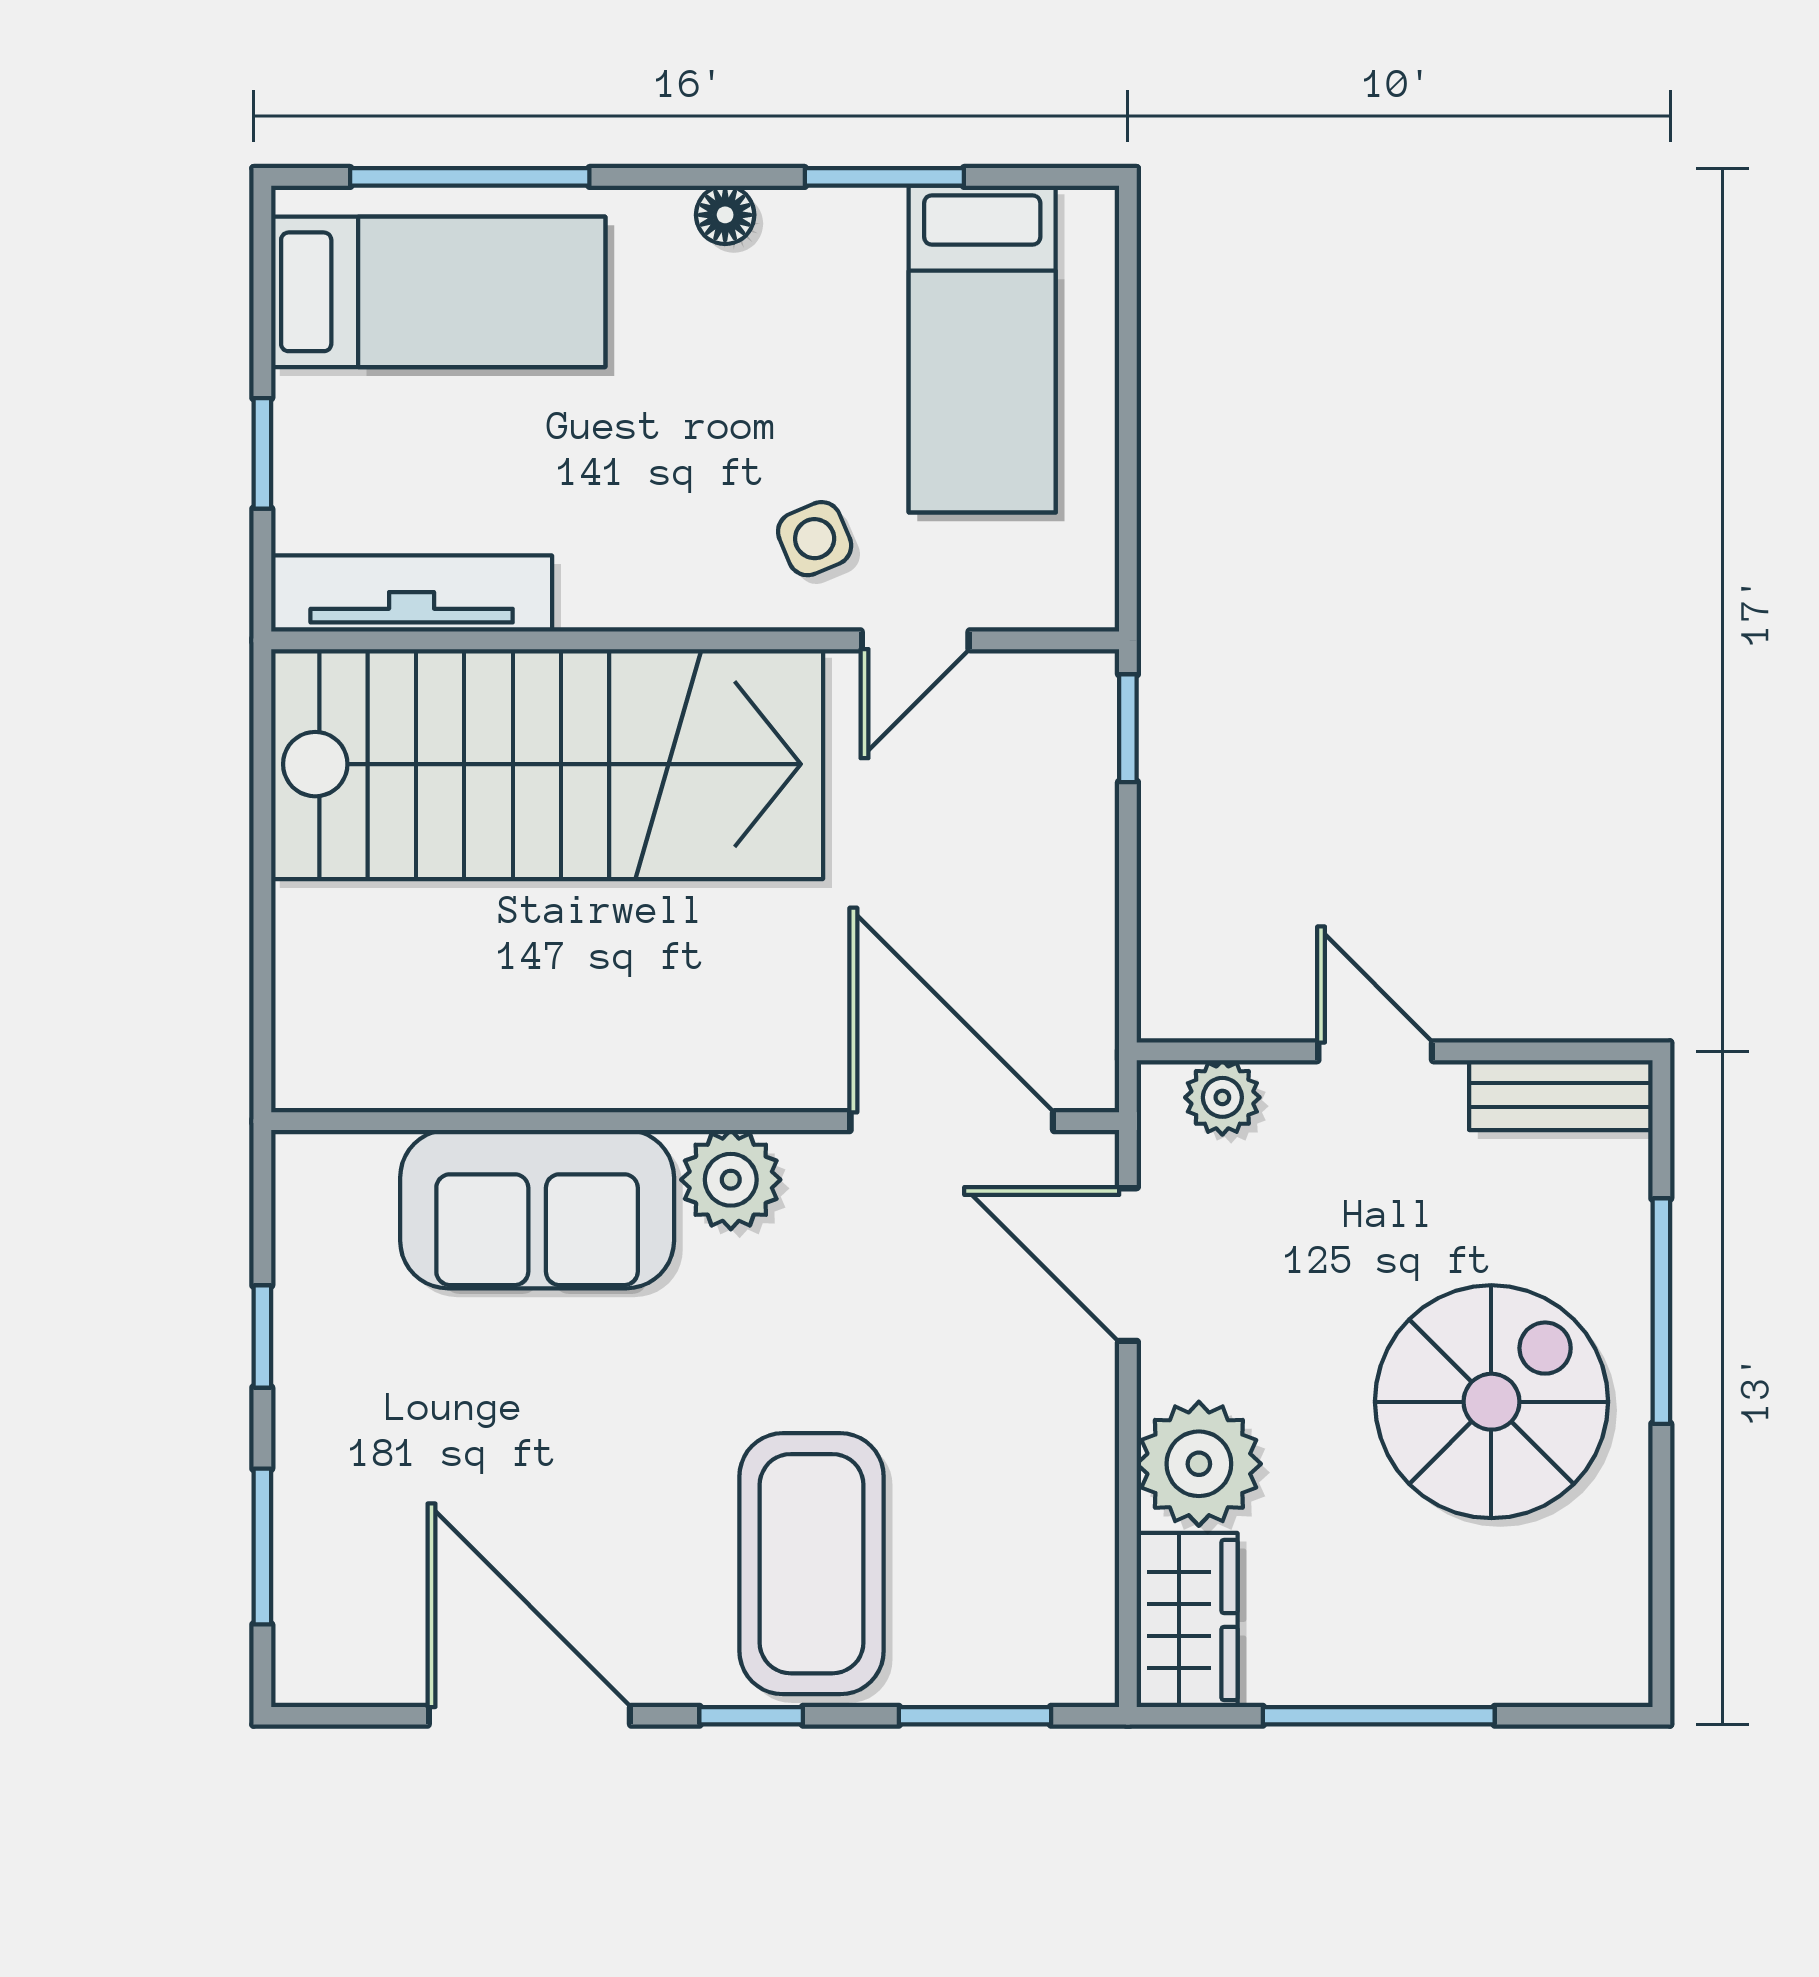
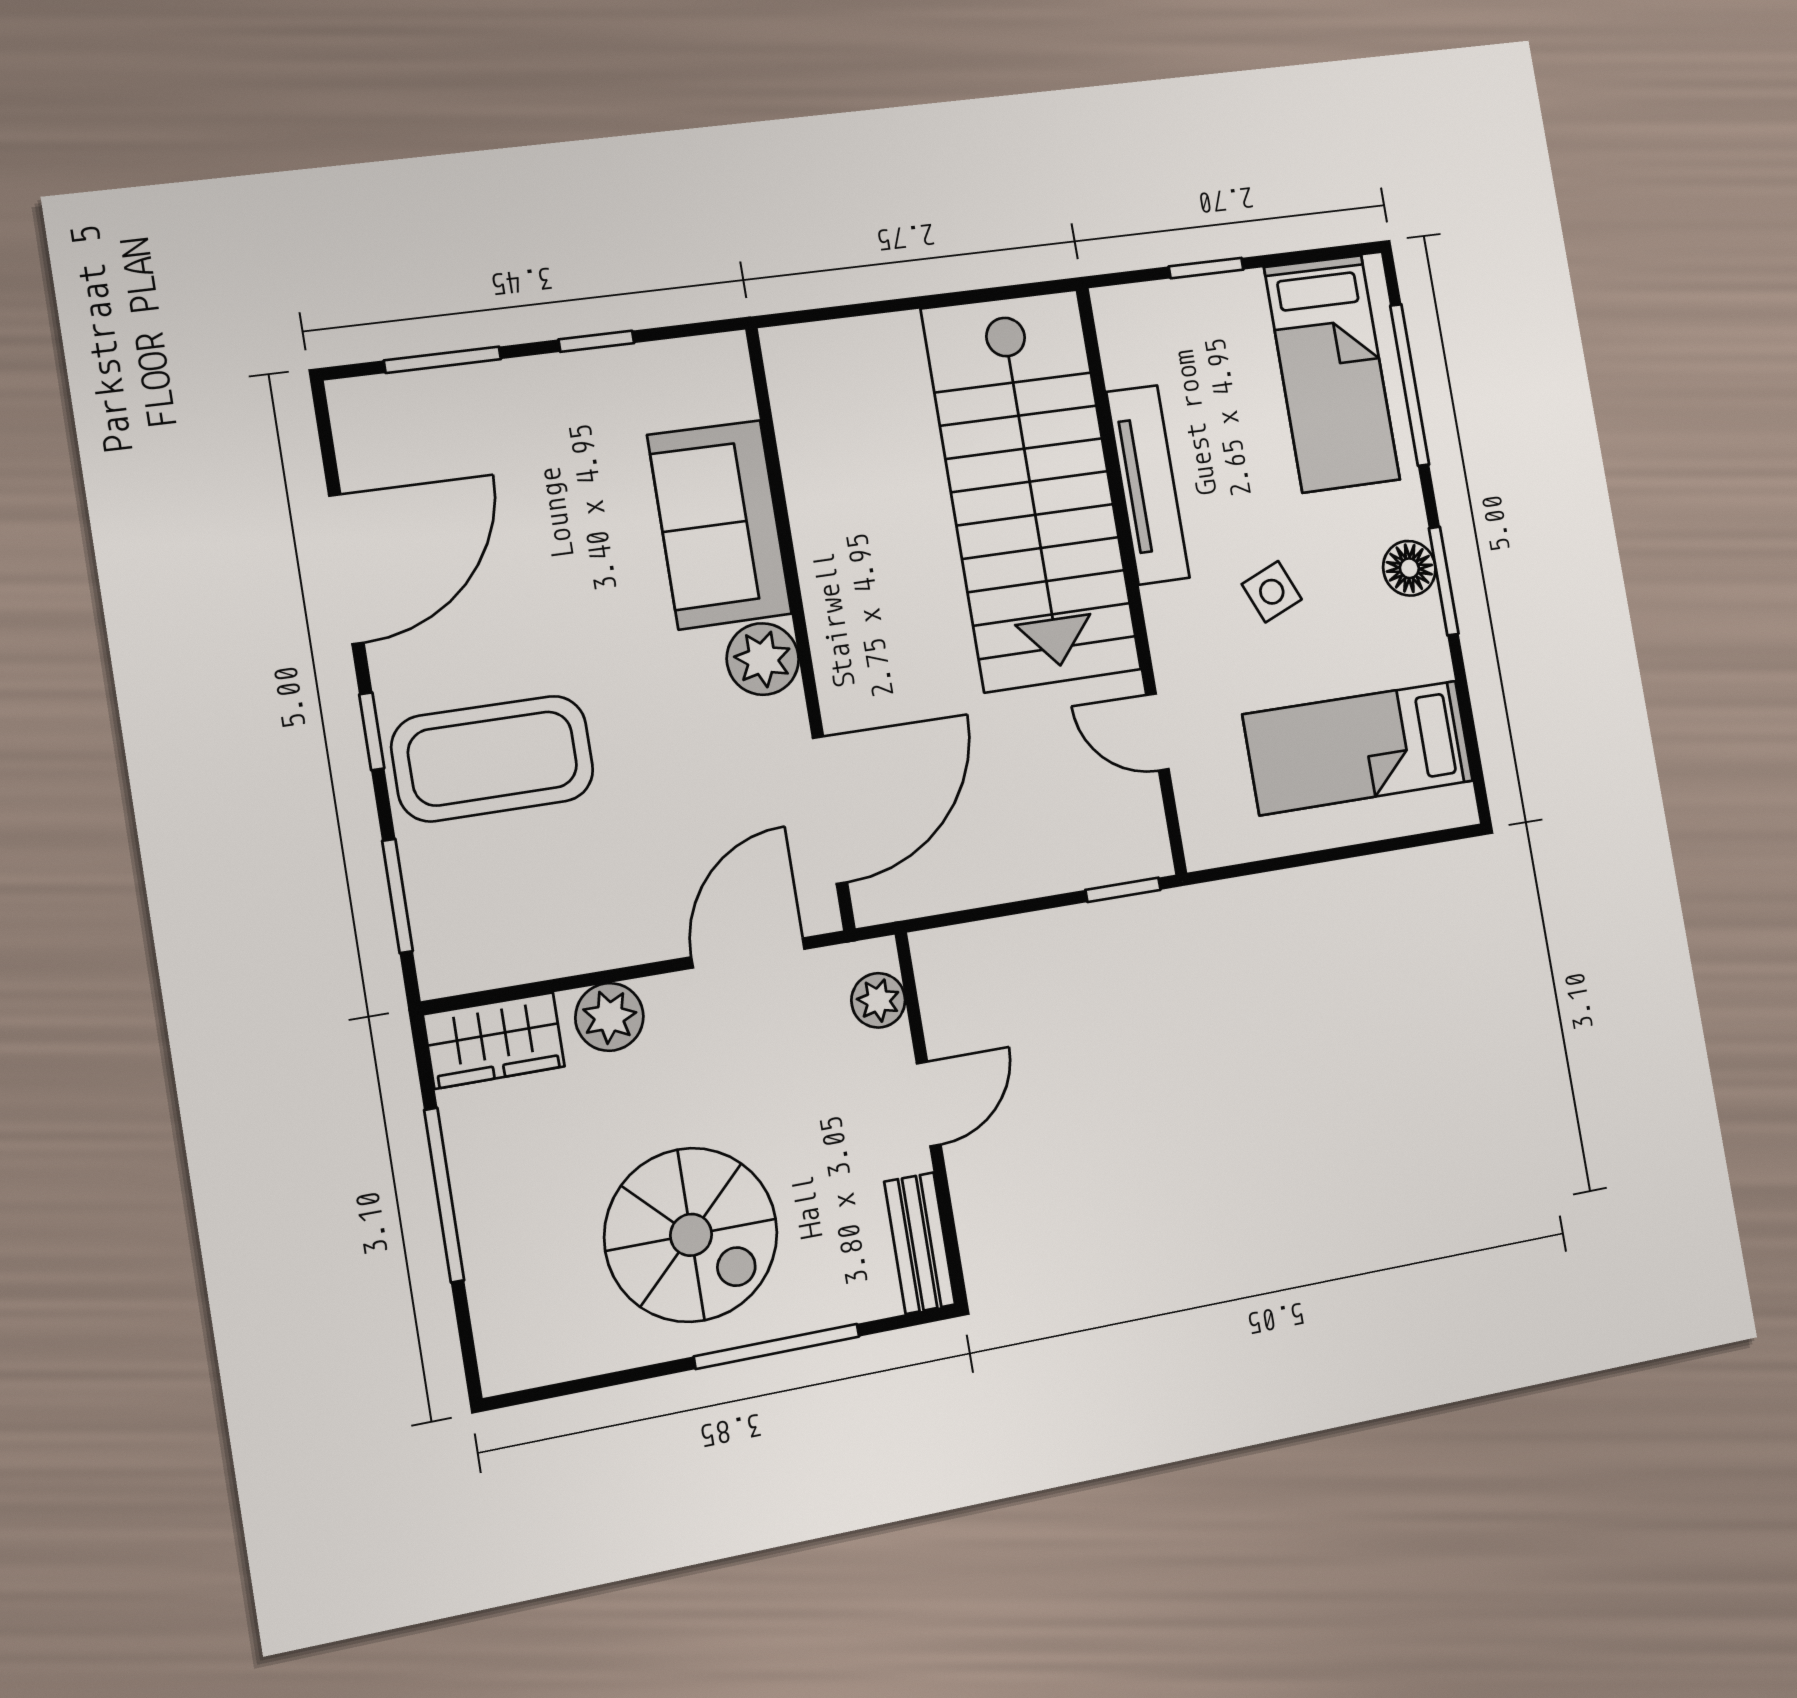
window: (884, 177) -> (1444, 581), moved
floor lamp: (725, 215) -> (1409, 568), width x1.37, depth x1.37
side table: (815, 539) -> (1272, 592), moved
tv unit: (412, 594) -> (1148, 485), moved
plant: (1199, 1464) -> (609, 1017), width x0.73, depth x0.73

